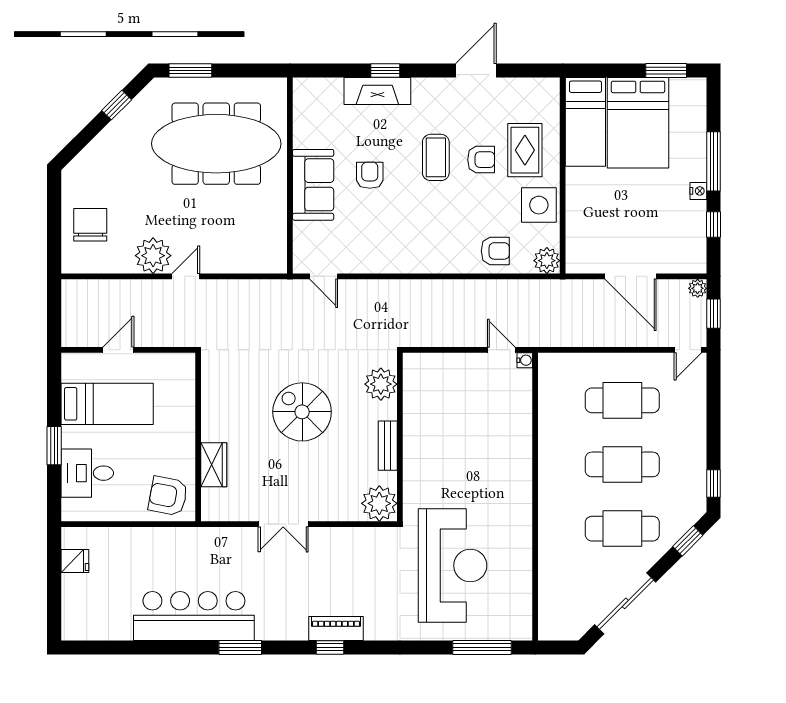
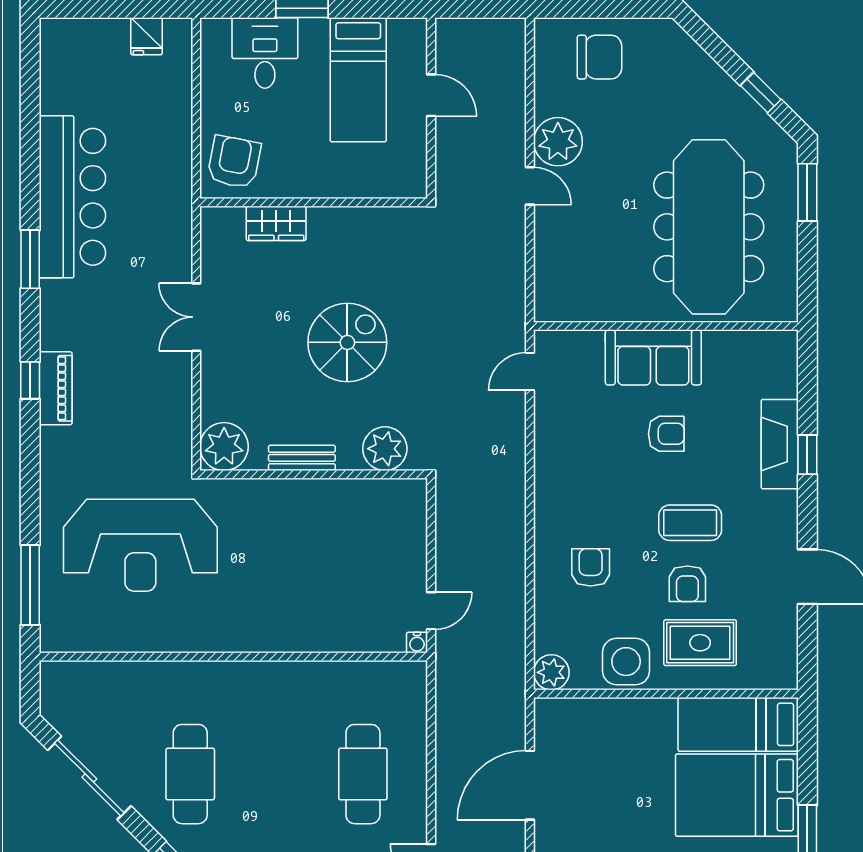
armchair: (495, 251) -> (591, 567), moved, turned 180
cafe table: (622, 464) -> (277, 774), removed

